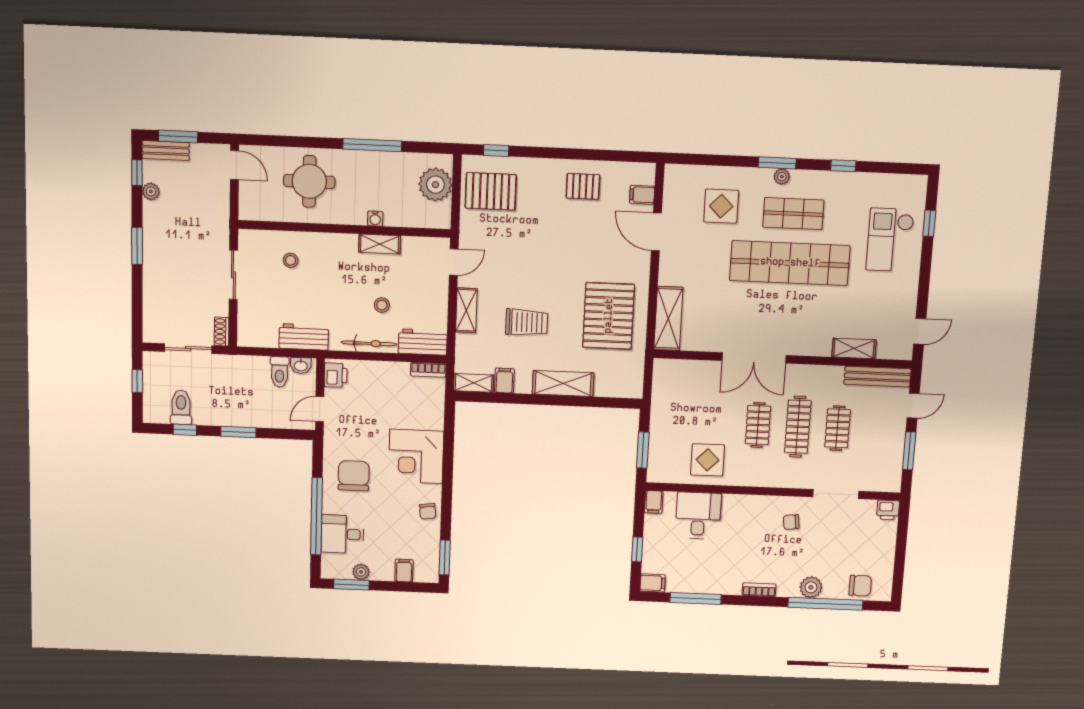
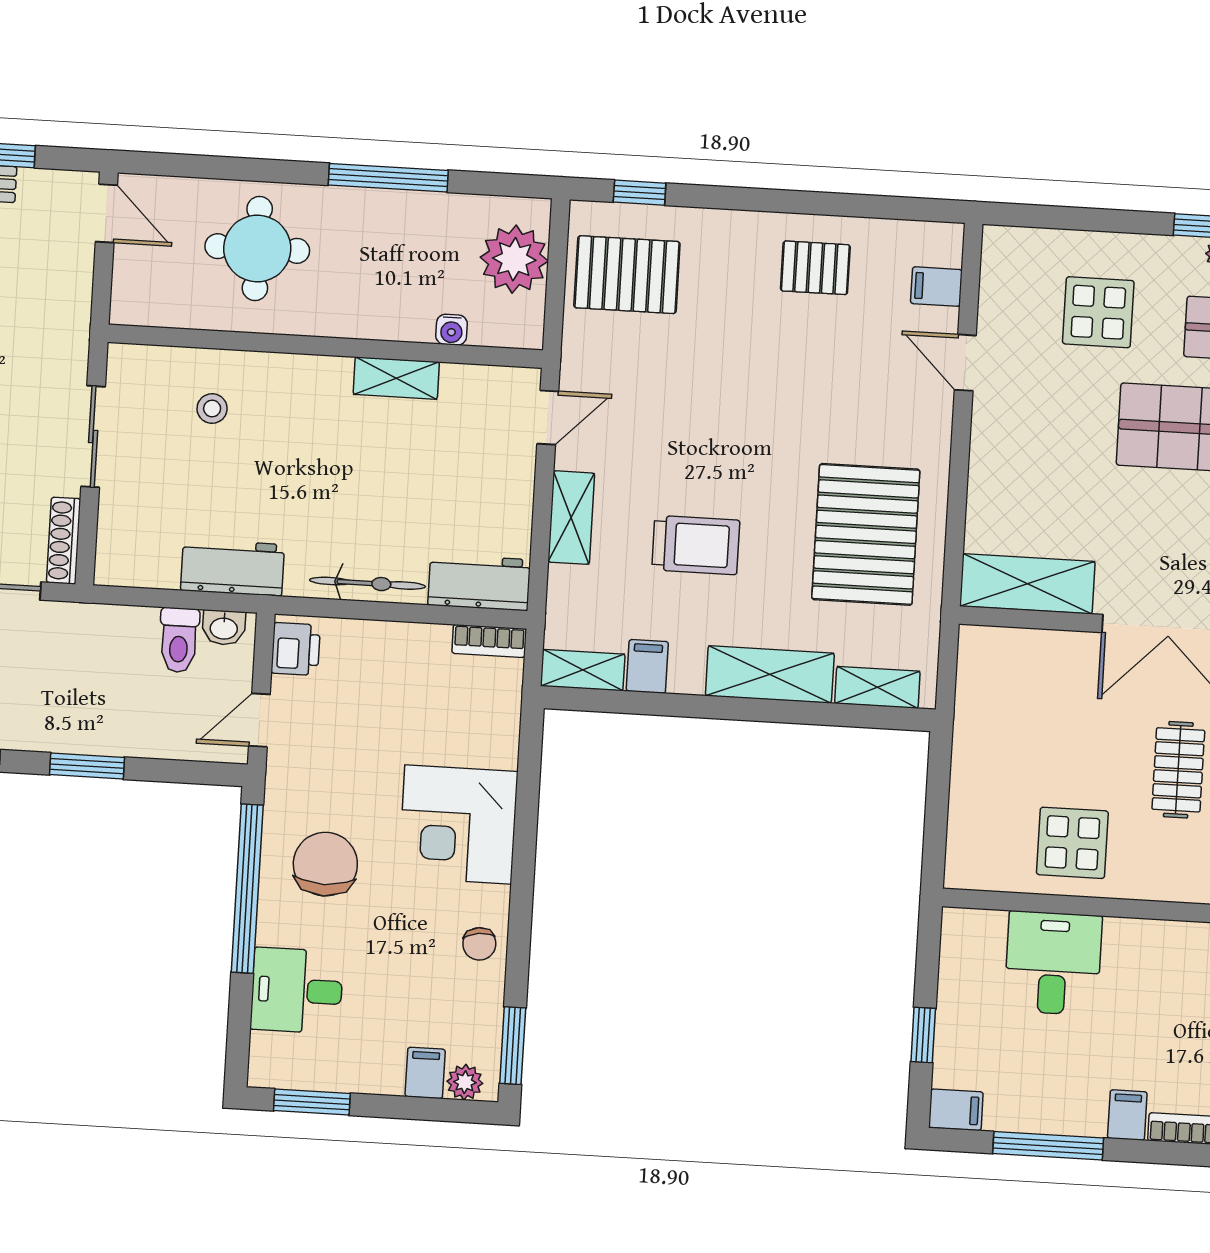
water cooler: (375, 219) -> (452, 330), moved
door: (656, 232) -> (965, 363), width x0.73
stool: (382, 305) -> (397, 504), removed
shelving: (668, 318) -> (1027, 584), moved, turned 90
shoe rack: (222, 331) -> (64, 541), width x1.43
shelving: (615, 389) -> (877, 687), added
window: (643, 450) -> (936, 819), removed
filing cabinet: (654, 502) -> (1127, 1115), moved, turned 180
window: (317, 516) -> (247, 889), moved
plant: (361, 572) -> (465, 1082), moved

